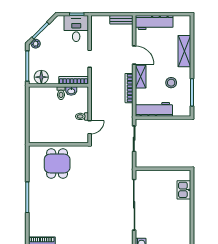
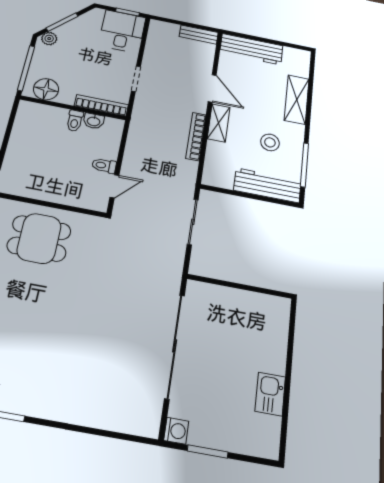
workbench: (154, 109) -> (267, 185), moved
dining table: (57, 164) -> (39, 238), turned 90
kitchen sink: (184, 190) -> (270, 394), moved

